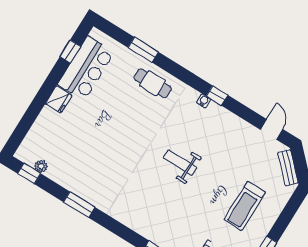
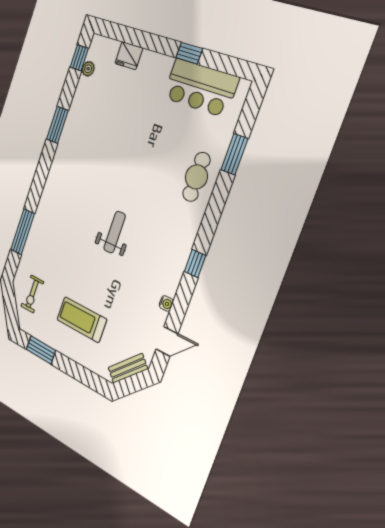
window: (70, 52) -> (189, 53), moved
fridge: (59, 99) -> (129, 56), moved
water cooler: (204, 101) -> (166, 303), moved

